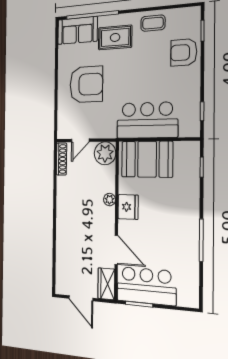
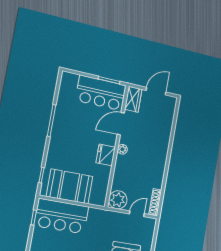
bar counter: (147, 120) -> (61, 216), moved
booth: (147, 159) -> (70, 186), moved
plant: (109, 200) -> (122, 149), moved
door: (116, 250) -> (121, 124), hinge flipped
door: (81, 298) -> (156, 91), hinge flipped

